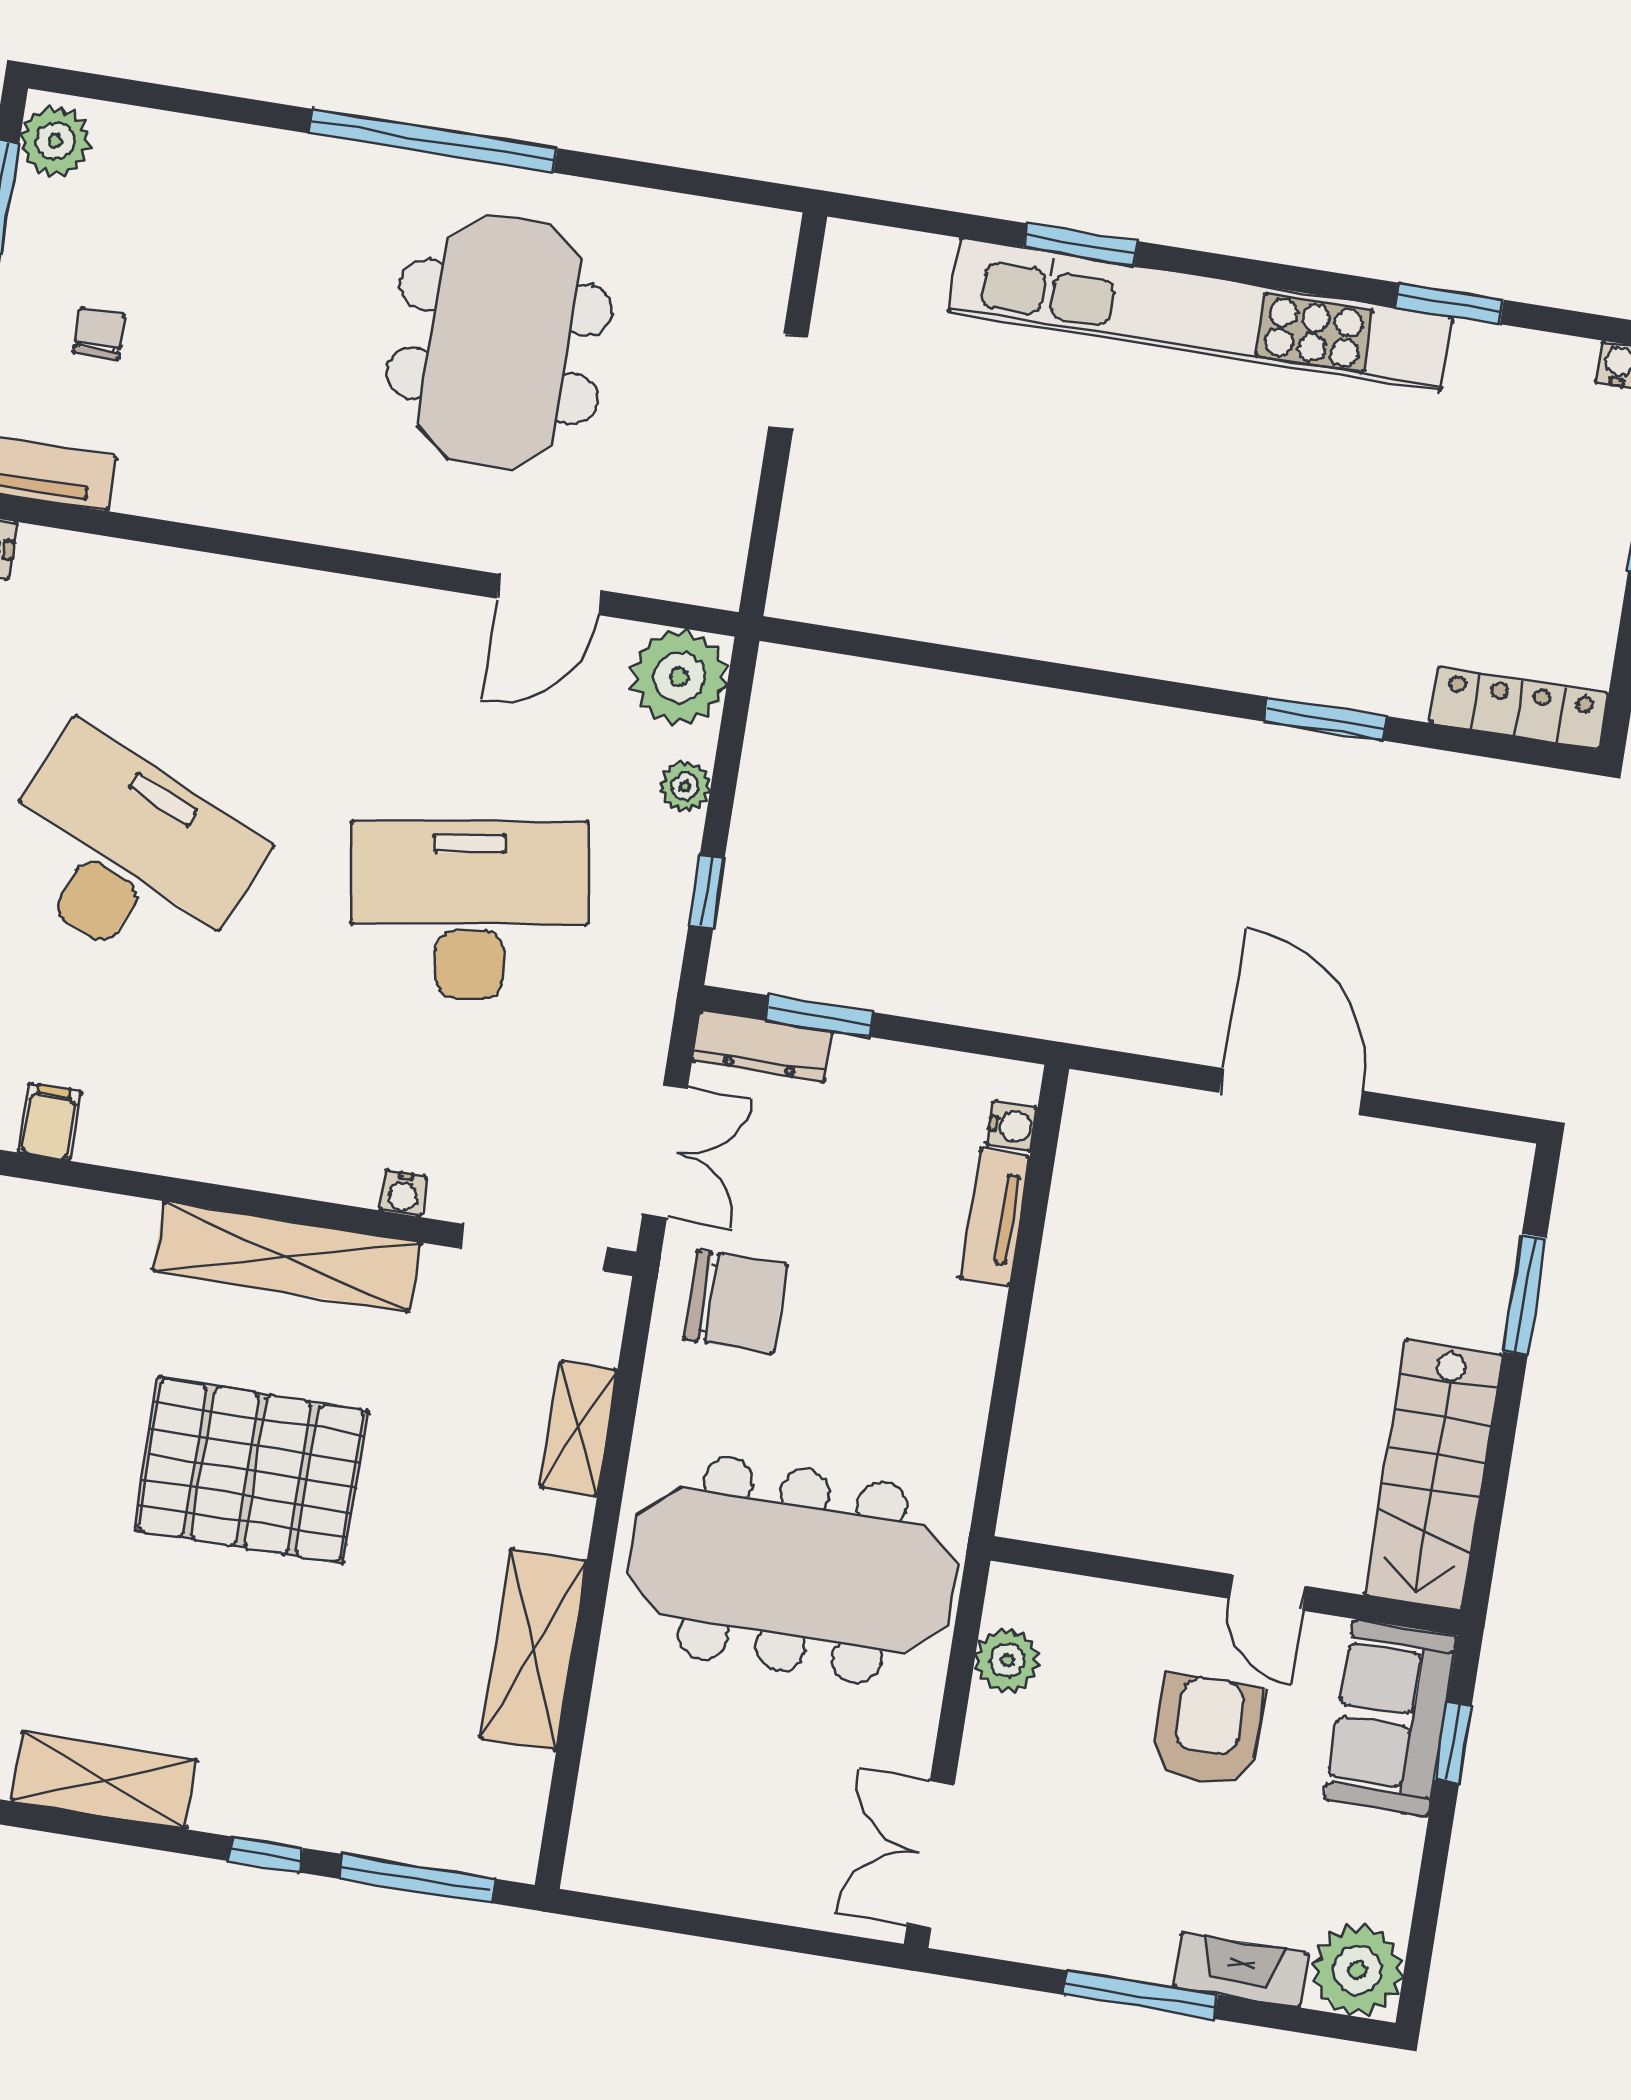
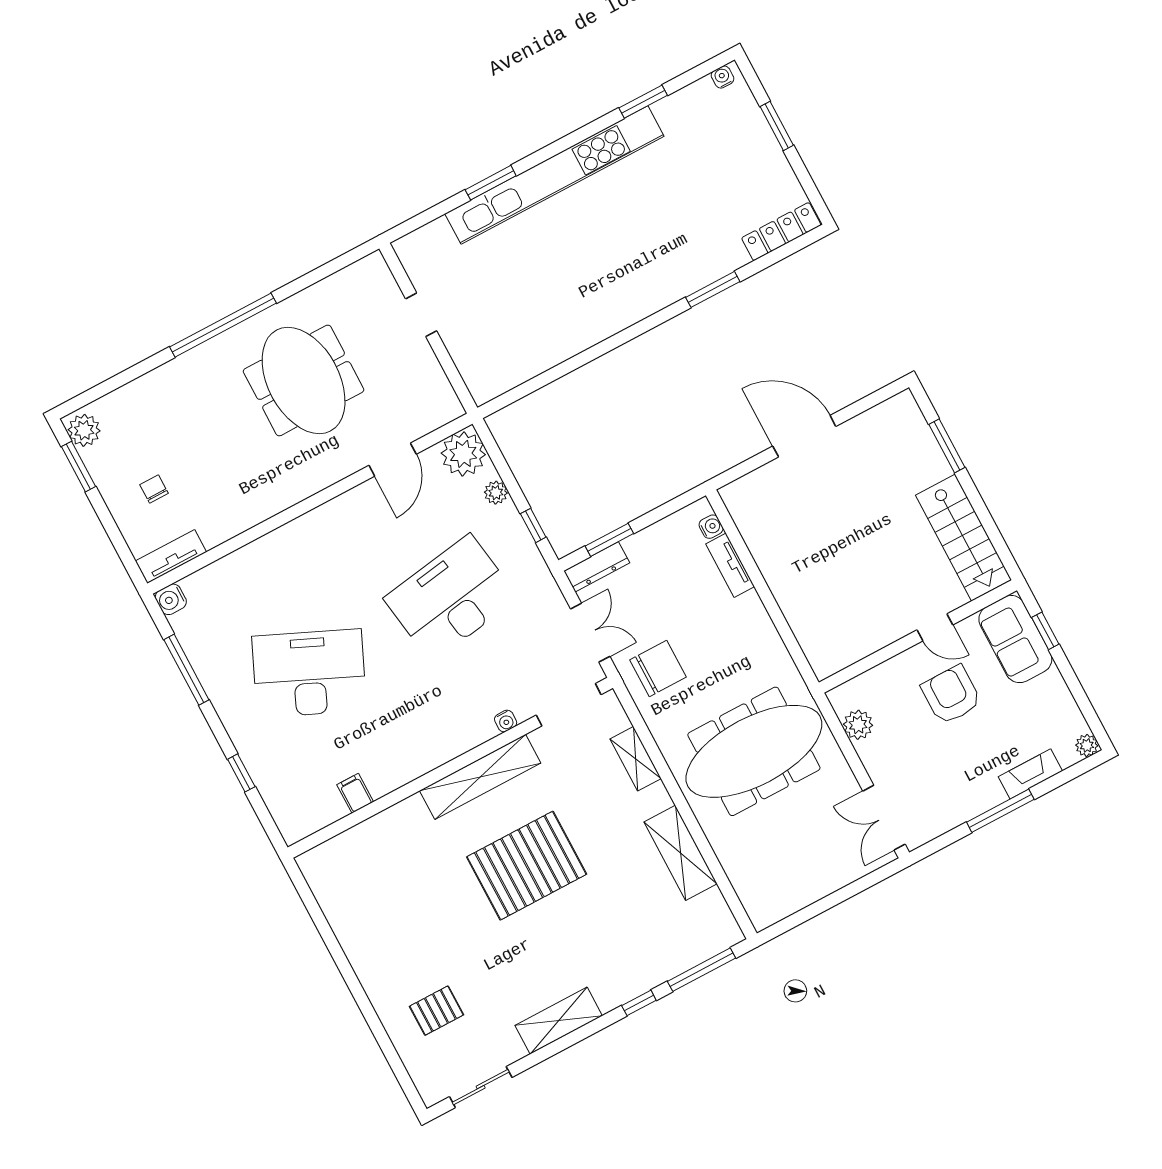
plant: (1357, 1970) -> (1087, 745), width x0.53, depth x0.53

